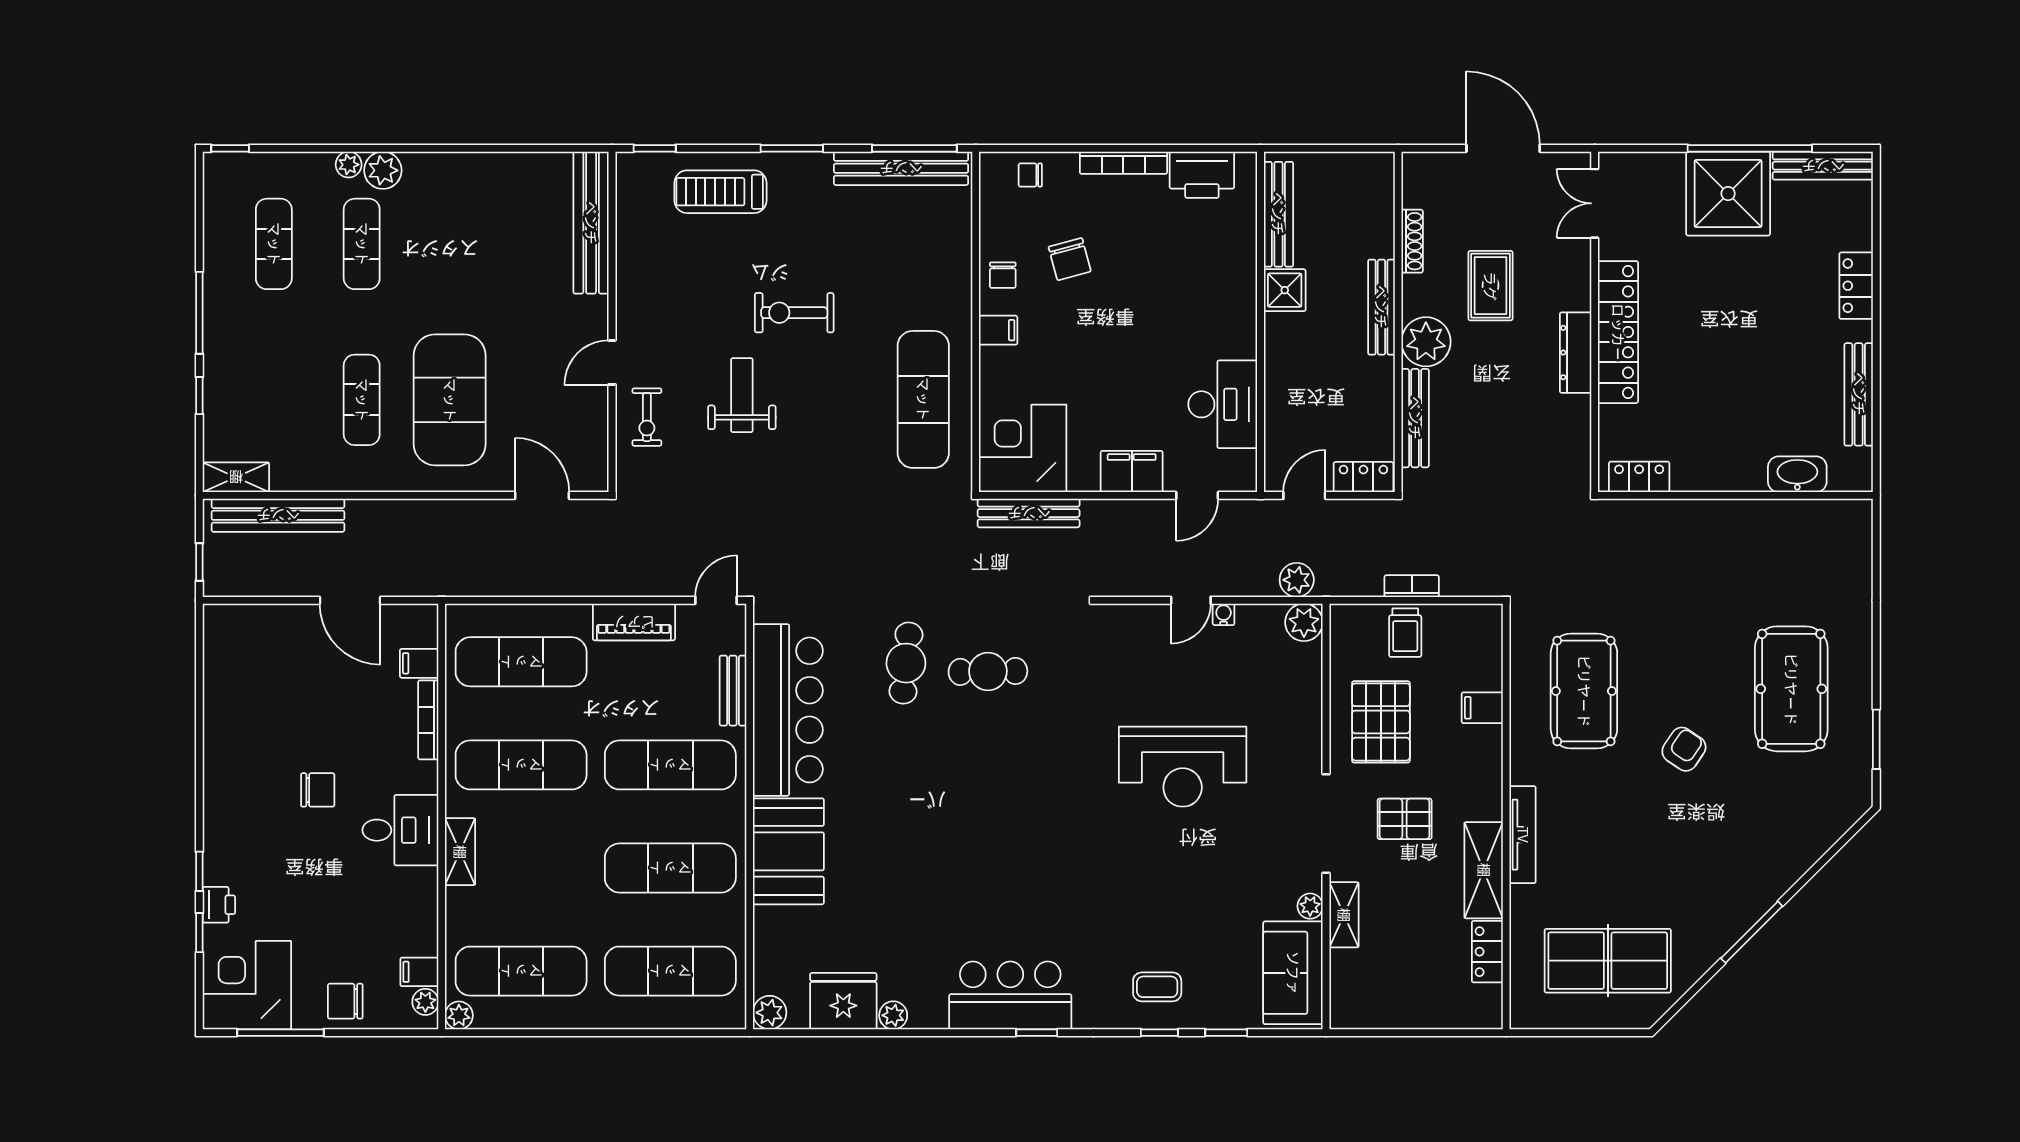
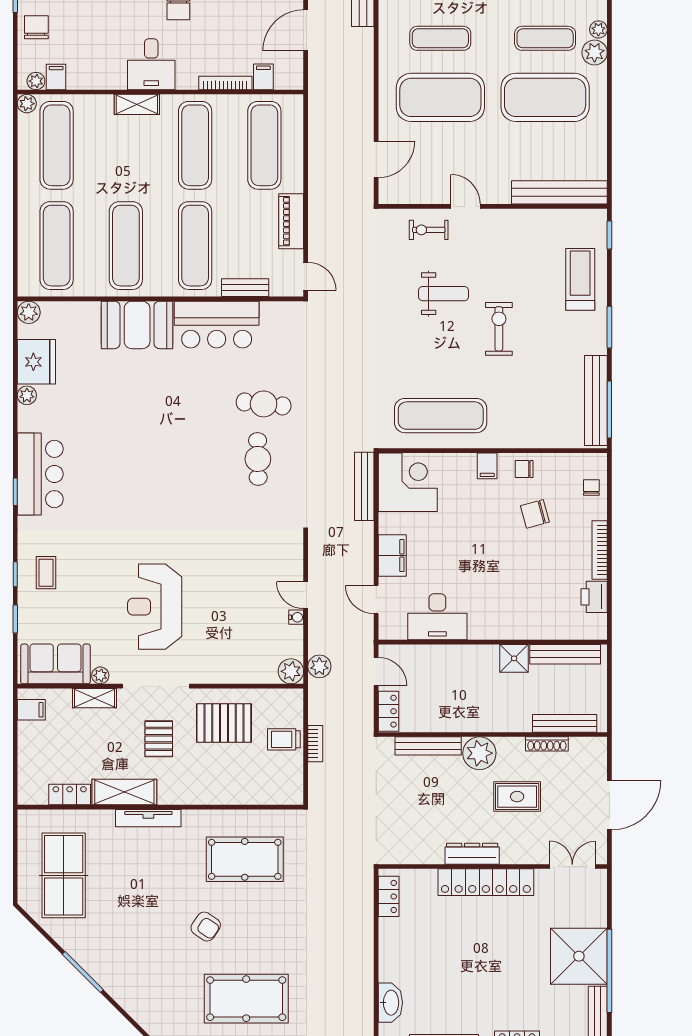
printer: (1202, 175) -> (594, 597), width x0.73, depth x0.84
exercise mat: (450, 244) -> (545, 97), added
bench: (1381, 307) -> (565, 723), moved
filing cabinet: (1482, 708) -> (31, 710), moved, turned 90
bar counter: (788, 710) -> (217, 325), width x0.73
reception desk: (1183, 767) -> (155, 607), moved

